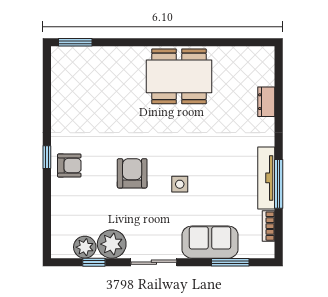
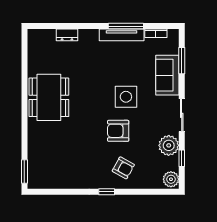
armchair: (69, 165) -> (123, 168), moved, turned 119
side table: (180, 184) -> (126, 97), width x1.87, depth x1.87
plant: (85, 247) -> (171, 179), moved

